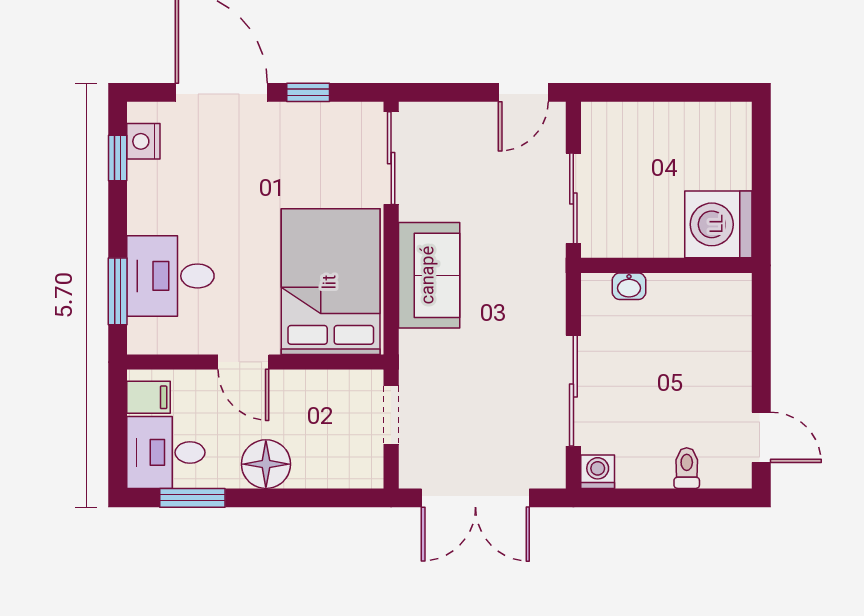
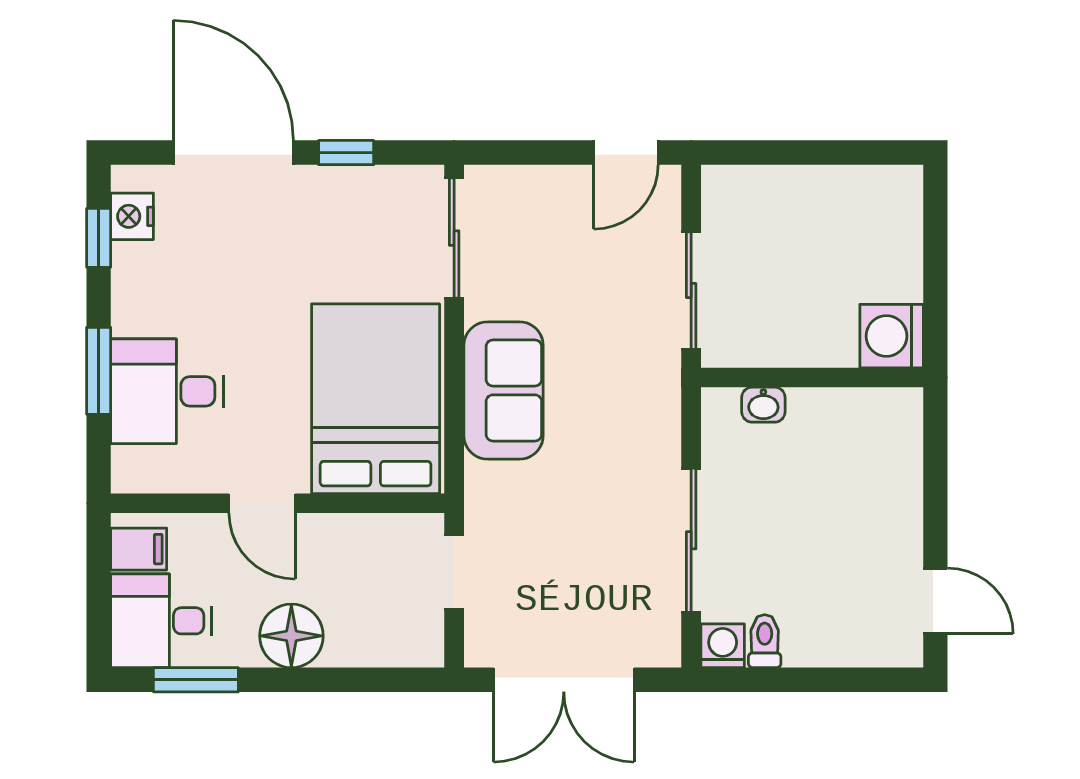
washing machine: (718, 224) -> (892, 336), width x0.73, depth x0.73
window: (118, 291) -> (99, 371), moved
toilet: (687, 468) -> (765, 641), moved

